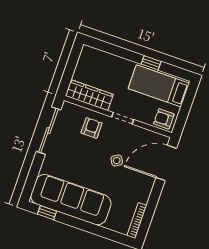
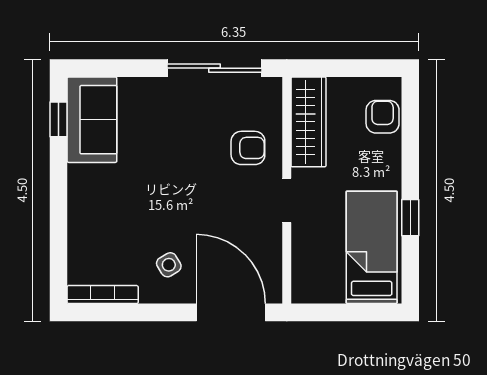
armchair: (164, 119) -> (383, 117), moved
side table: (117, 161) -> (169, 265), moved
sofa: (71, 200) -> (92, 120), width x0.54, depth x0.79

